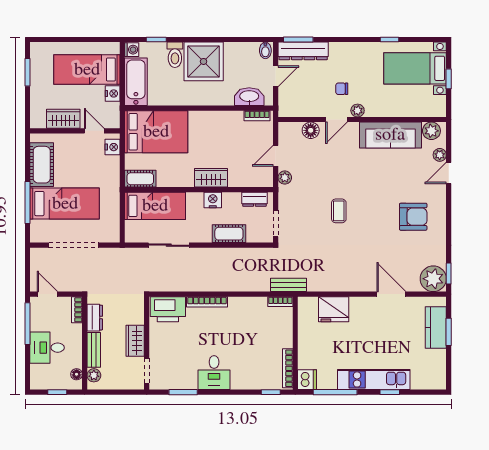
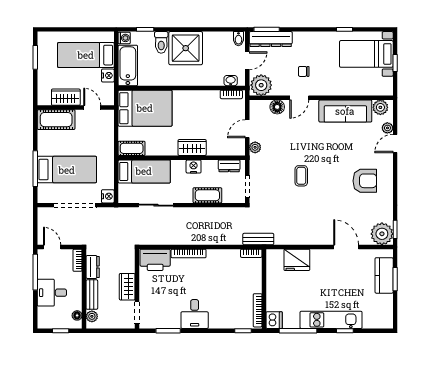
washbasin: (249, 97) -> (231, 81), width x0.52, depth x0.69
plant: (358, 111) -> (261, 85), moved, width x1.88, depth x1.88
nightstand: (112, 147) -> (108, 196), moved
cot: (42, 165) -> (56, 120), moved, turned 90

